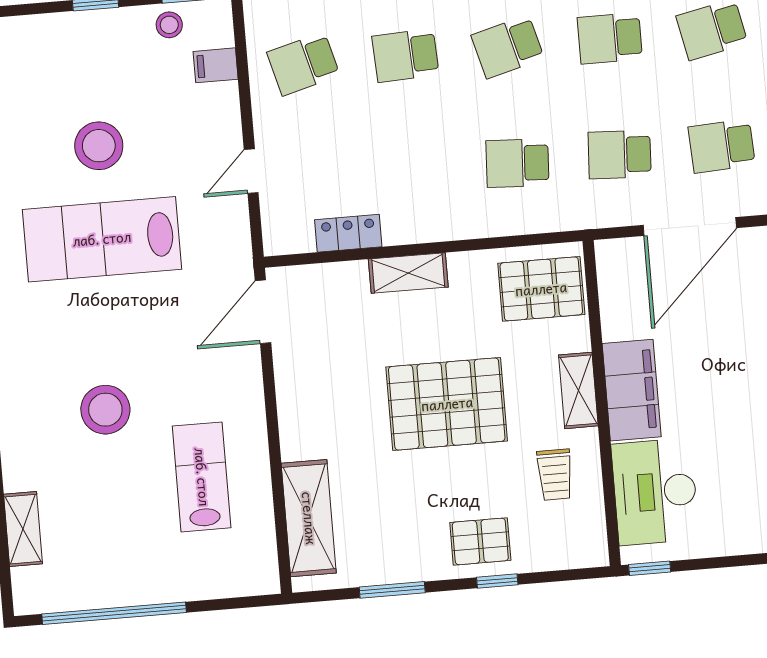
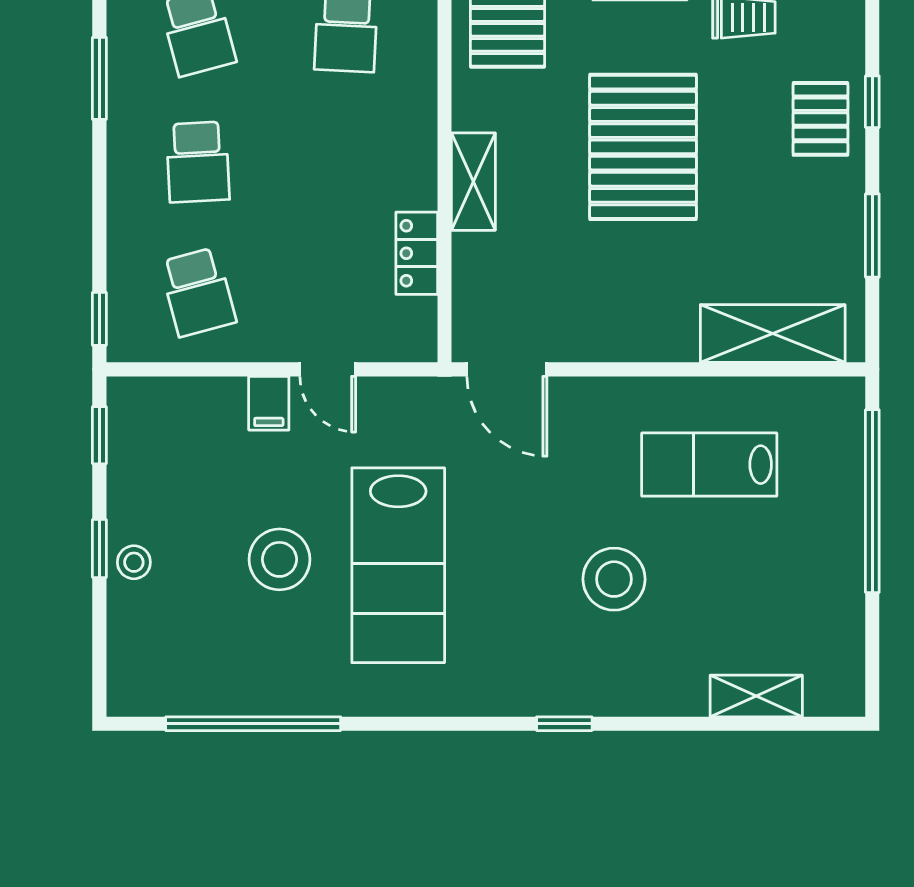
stool: (169, 25) -> (134, 562), moved
filing cabinet: (216, 65) -> (269, 403), moved
window: (114, 613) -> (872, 501), moved

